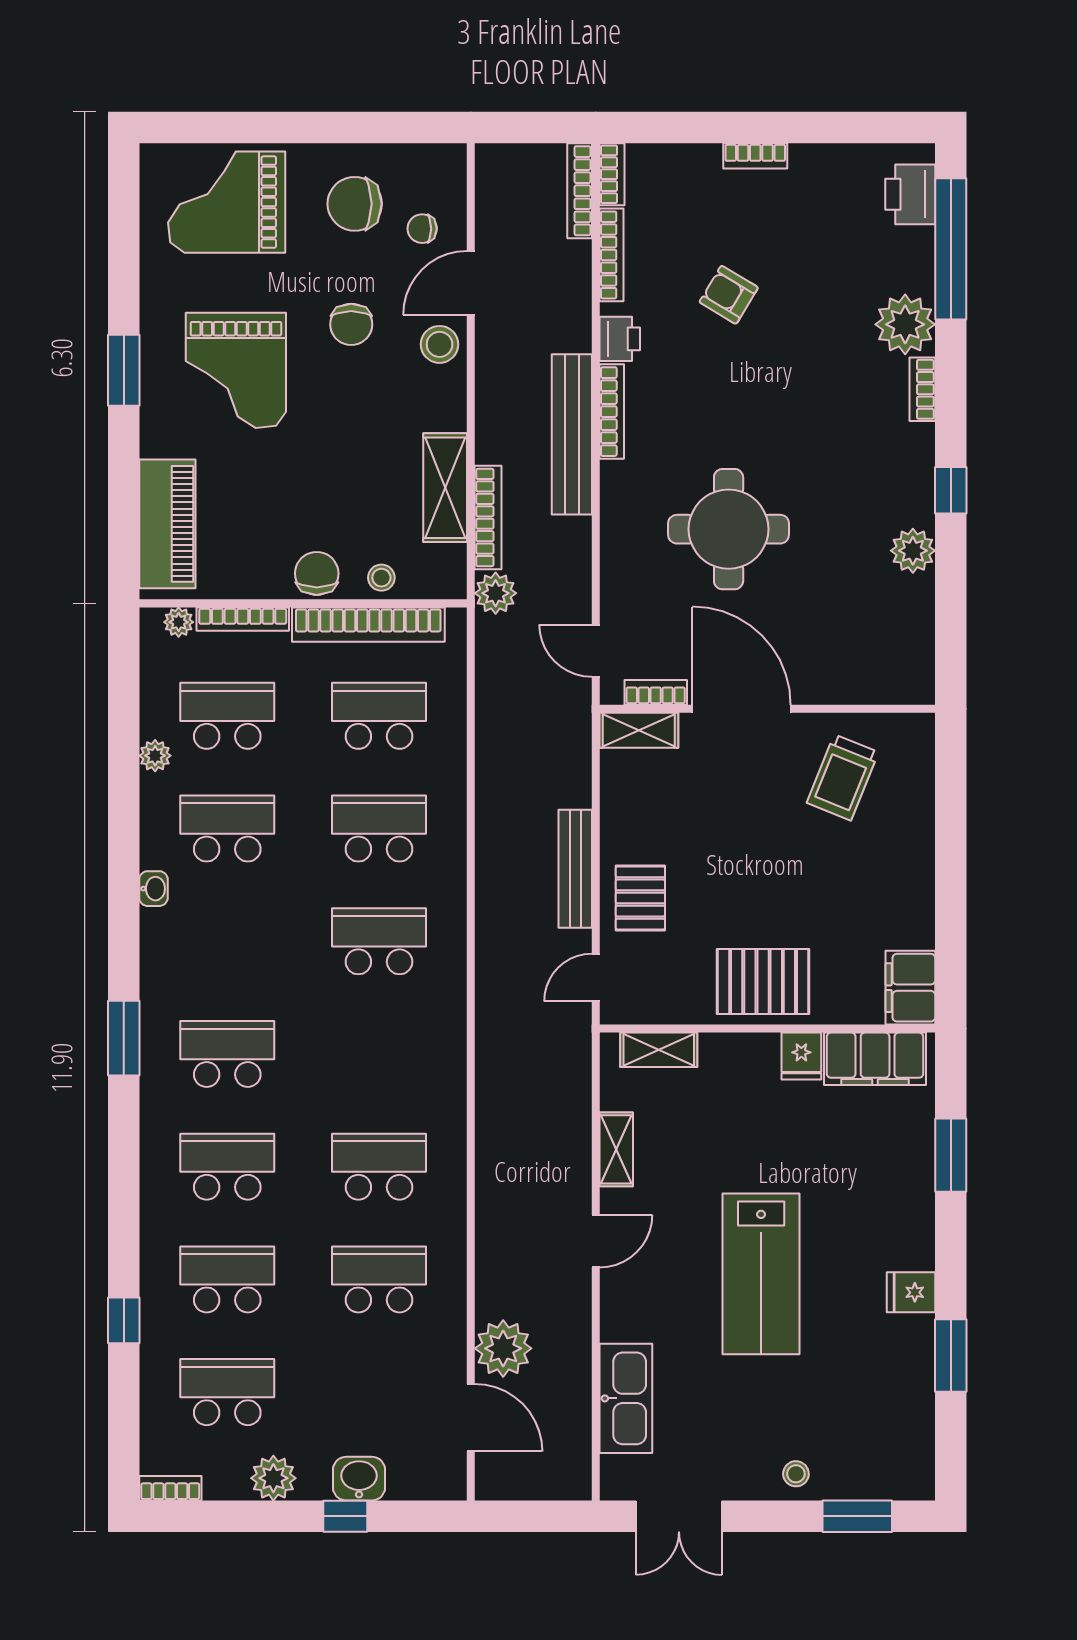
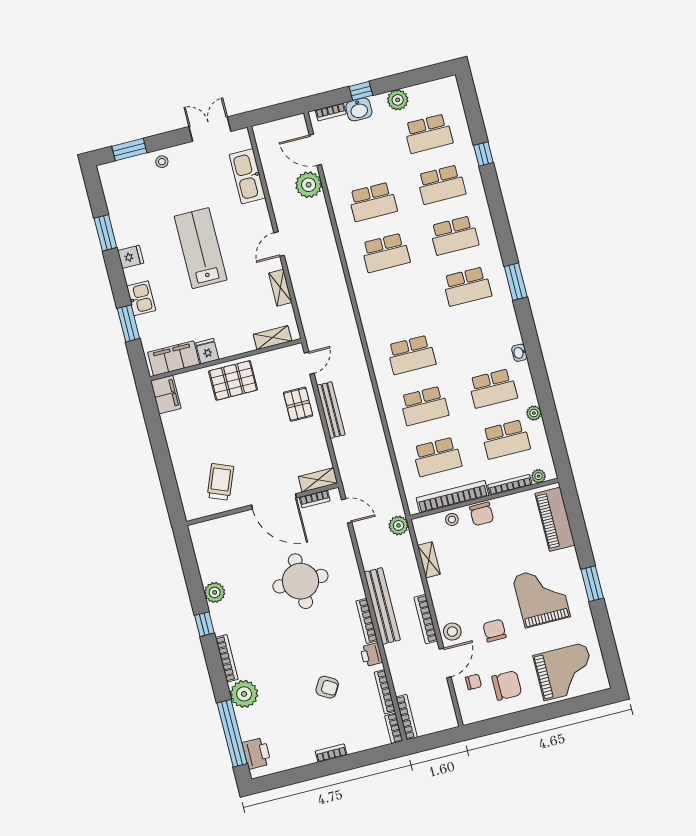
bookcase: (922, 389) -> (227, 658), width x1.56
shelving: (445, 488) -> (429, 560), width x0.67, depth x0.75
bookcase: (488, 518) -> (426, 619), moved
kitchen sink: (911, 1201) -> (141, 298), added
bookcase: (170, 1488) -> (331, 112), moved

